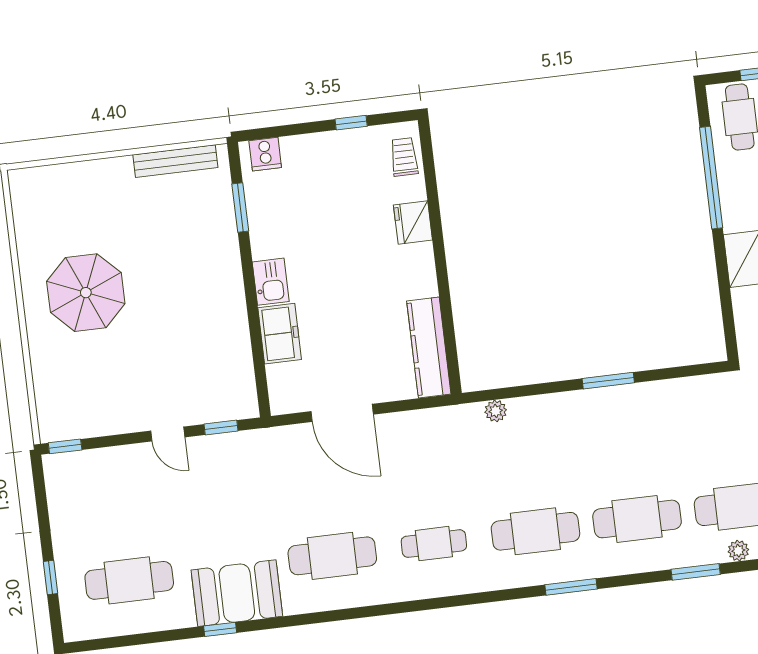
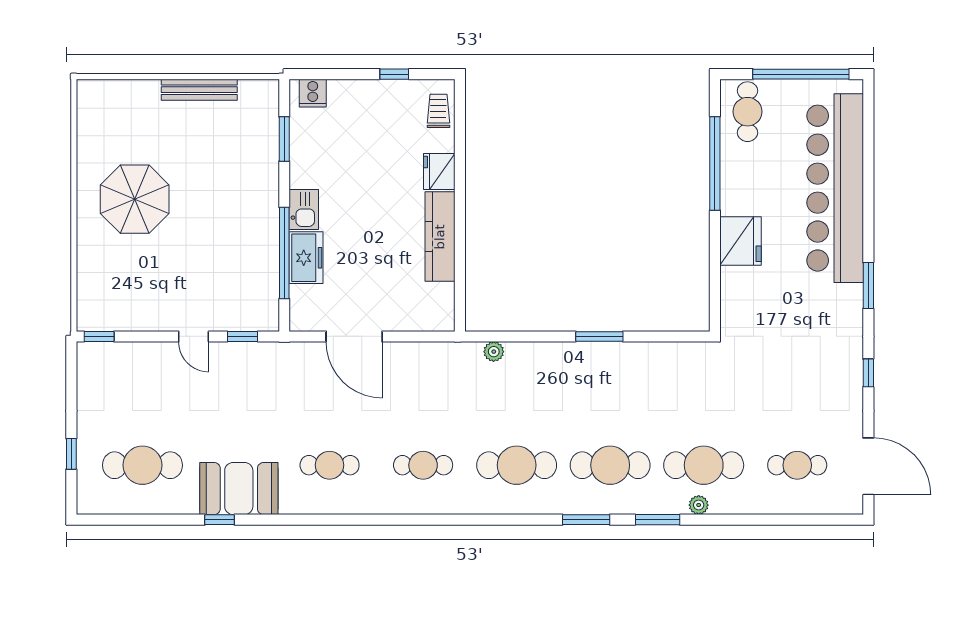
bench: (175, 161) -> (199, 90), moved
window: (255, 331) -> (284, 253), added
kitchen counter: (429, 348) -> (440, 237), moved
cafe table: (332, 556) -> (330, 465), width x0.73, depth x0.74
window: (571, 587) -> (586, 520), moved

